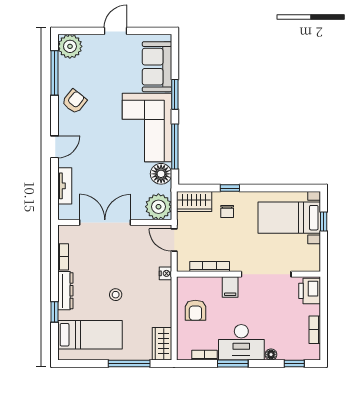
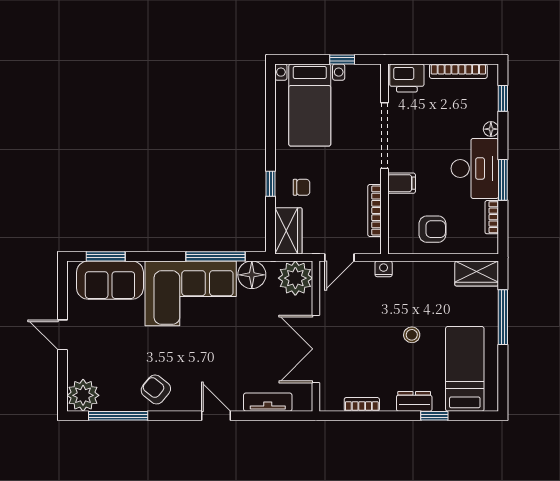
window: (175, 94) -> (106, 256), moved
window: (324, 221) -> (342, 59), moved
dresser: (65, 291) -> (414, 401), width x0.70
bookcase: (315, 330) -> (458, 71), width x1.56

